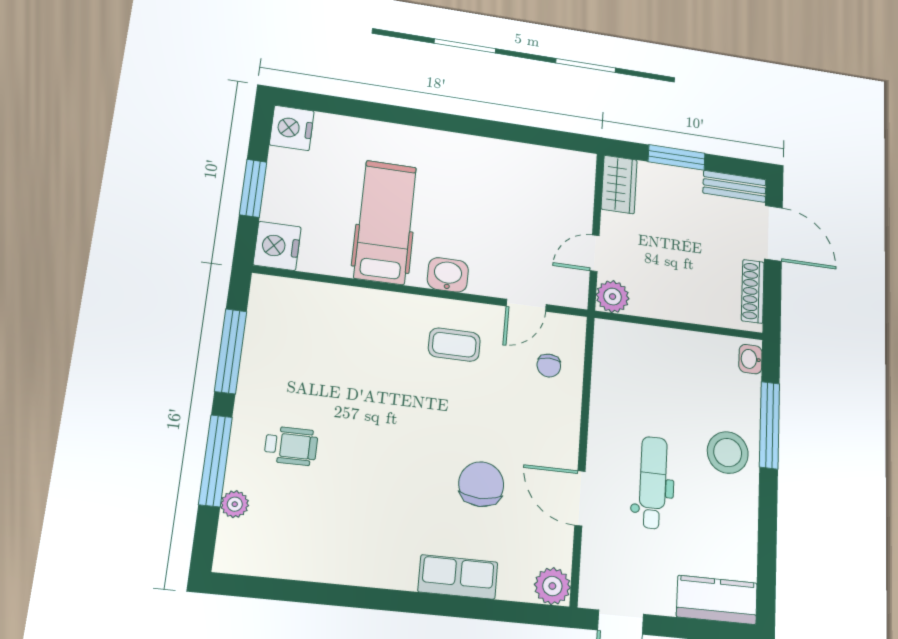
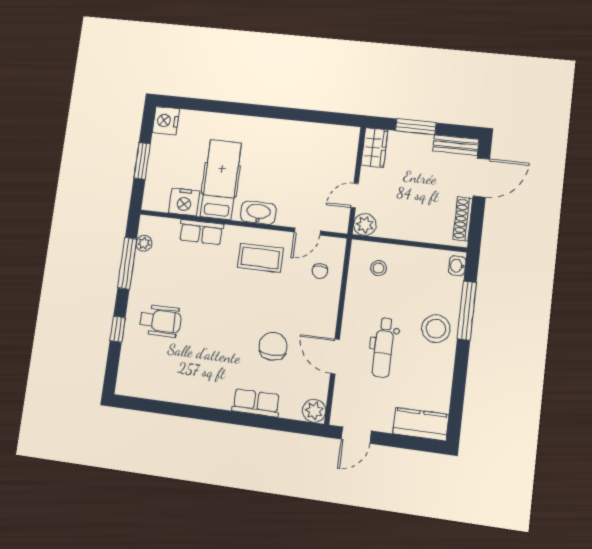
door: (773, 233) -> (481, 178), hinge flipped
nightstand: (277, 246) -> (184, 202), moved, turned -90
washbasin: (448, 275) -> (258, 213), width x1.38
row of seats: (356, 303) -> (201, 232), added
coffee table: (454, 345) -> (260, 258), width x1.36, depth x1.30
stool: (637, 362) -> (379, 268), added
wheelchair: (291, 446) -> (160, 321), width x1.36, depth x1.37
window: (216, 461) -> (118, 329), width x0.46
dental chair: (653, 482) -> (383, 347), turned 180
plant: (235, 504) -> (144, 243), moved

